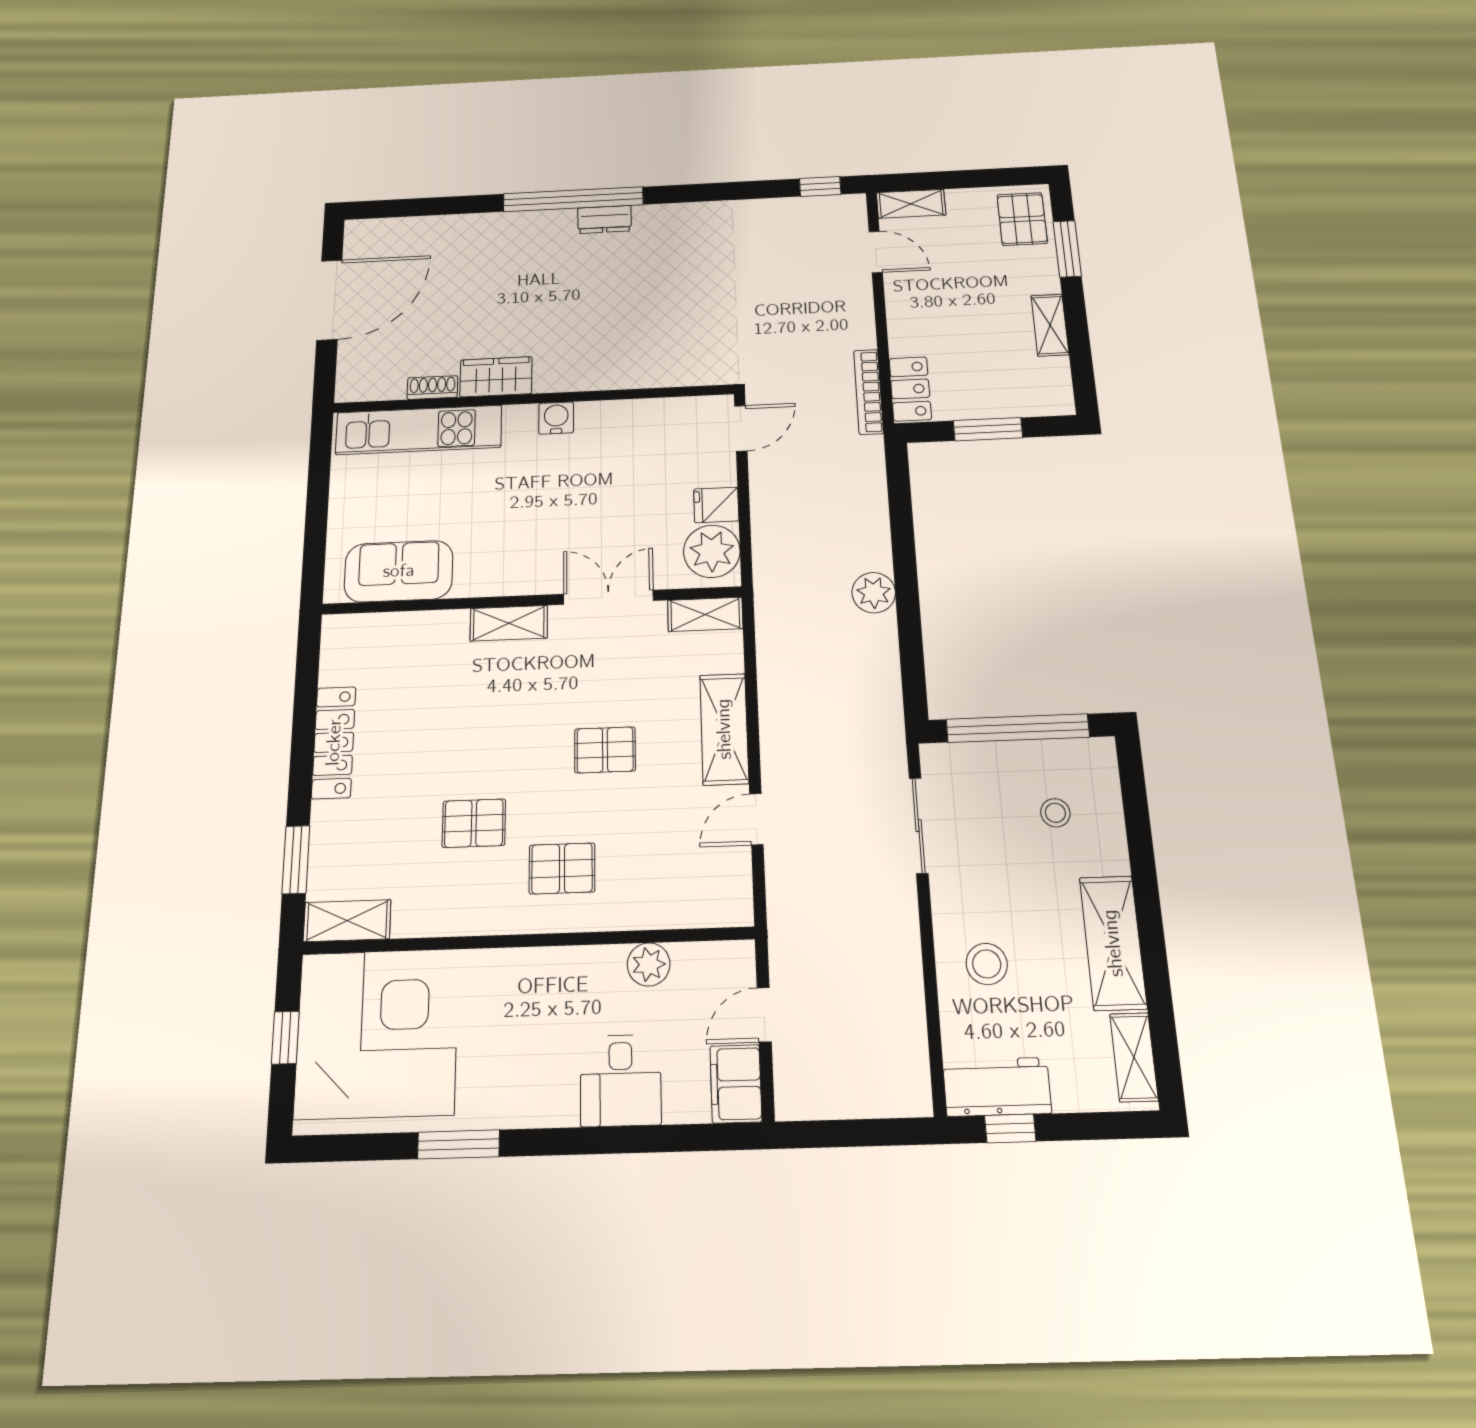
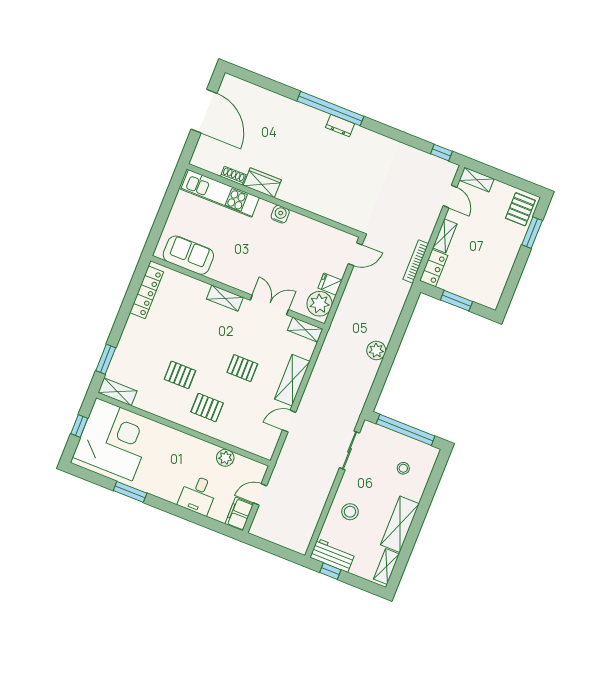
door: (329, 300) -> (204, 111), hinge flipped
shelving: (1050, 325) -> (445, 236), moved
locker: (334, 742) -> (147, 292), moved

